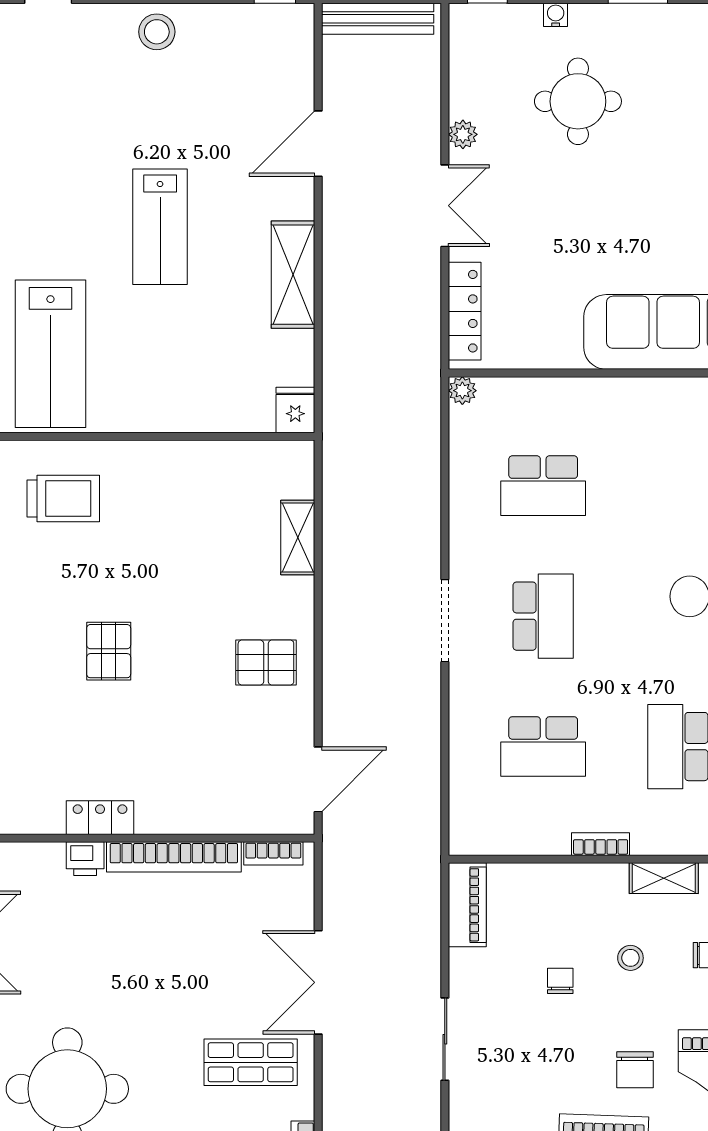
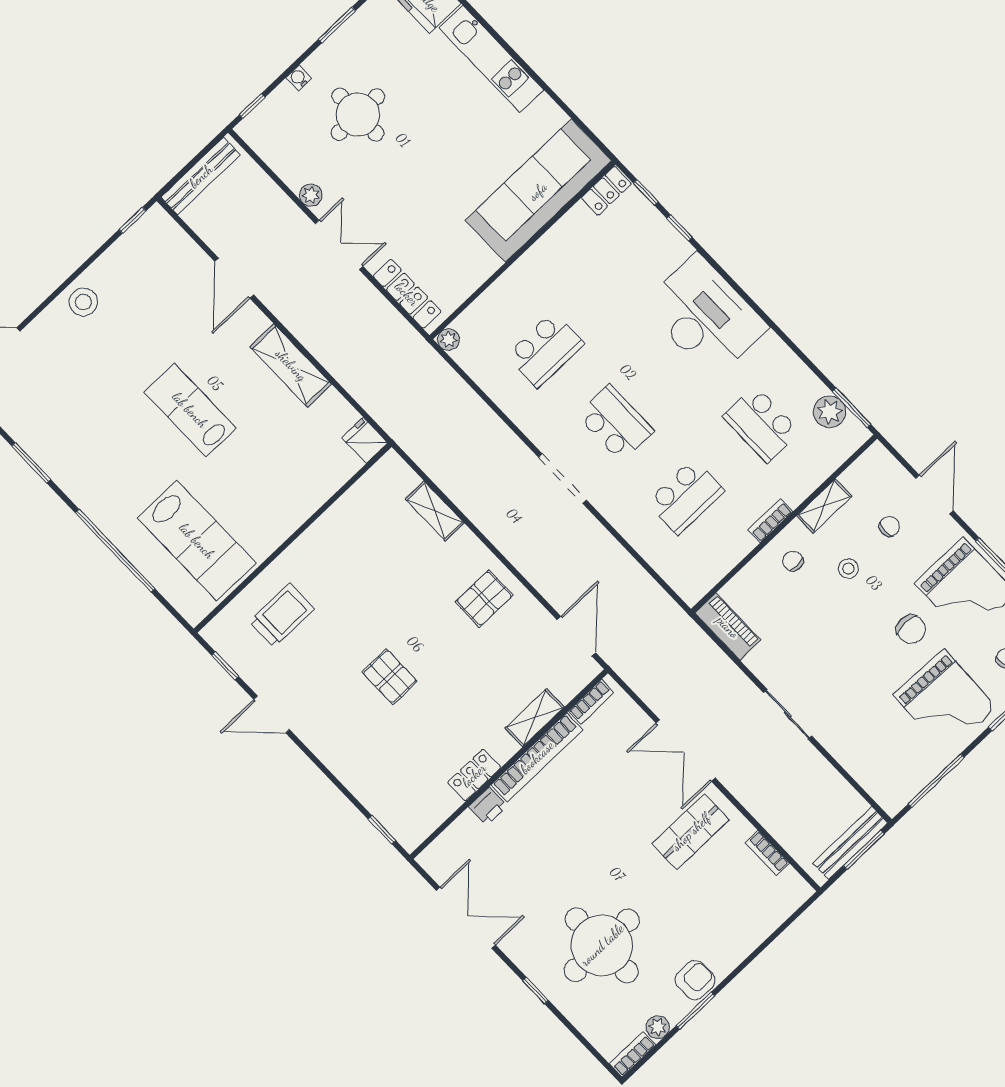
lab bench: (160, 227) -> (190, 410), turned 180
shelving: (207, 818) -> (535, 718), added
chair: (560, 981) -> (793, 561), moved

